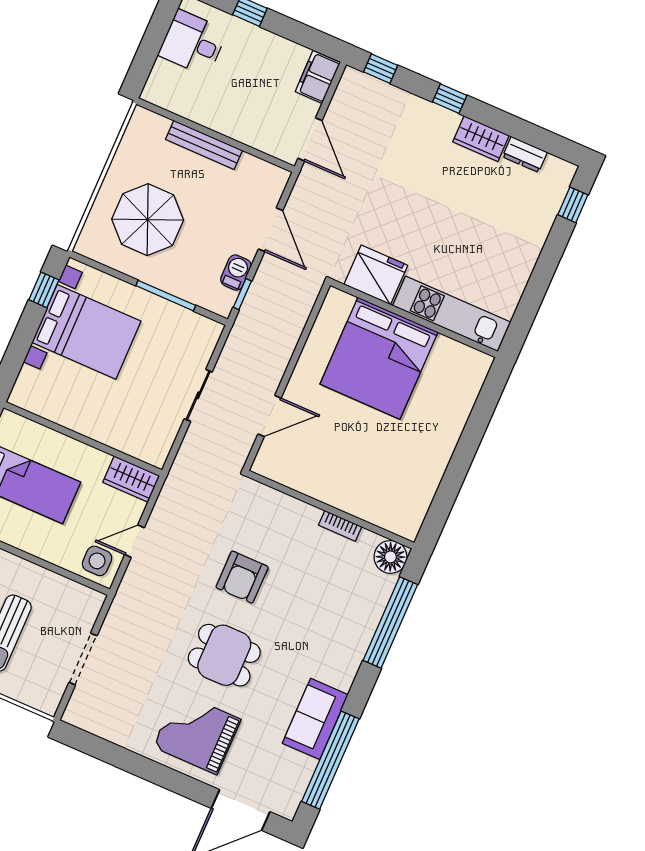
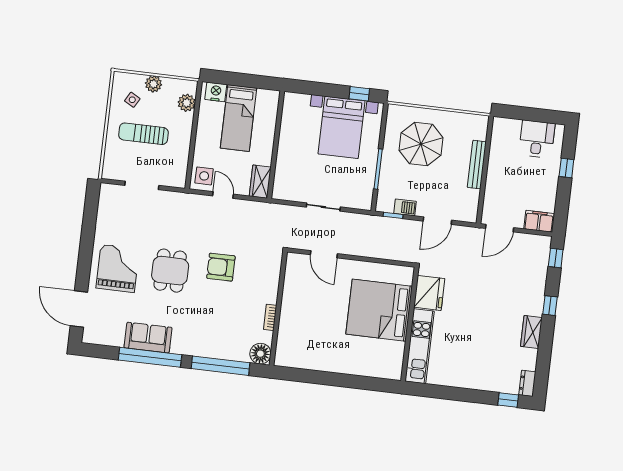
dresser: (525, 154) -> (527, 383), moved
window: (330, 760) -> (150, 357), moved

